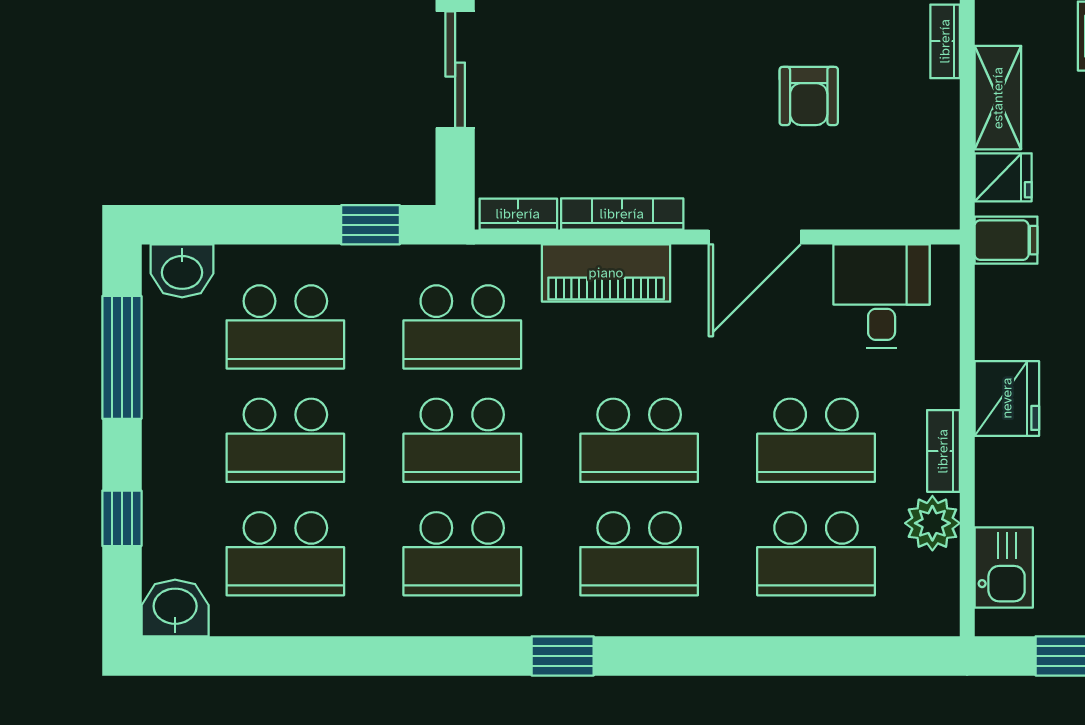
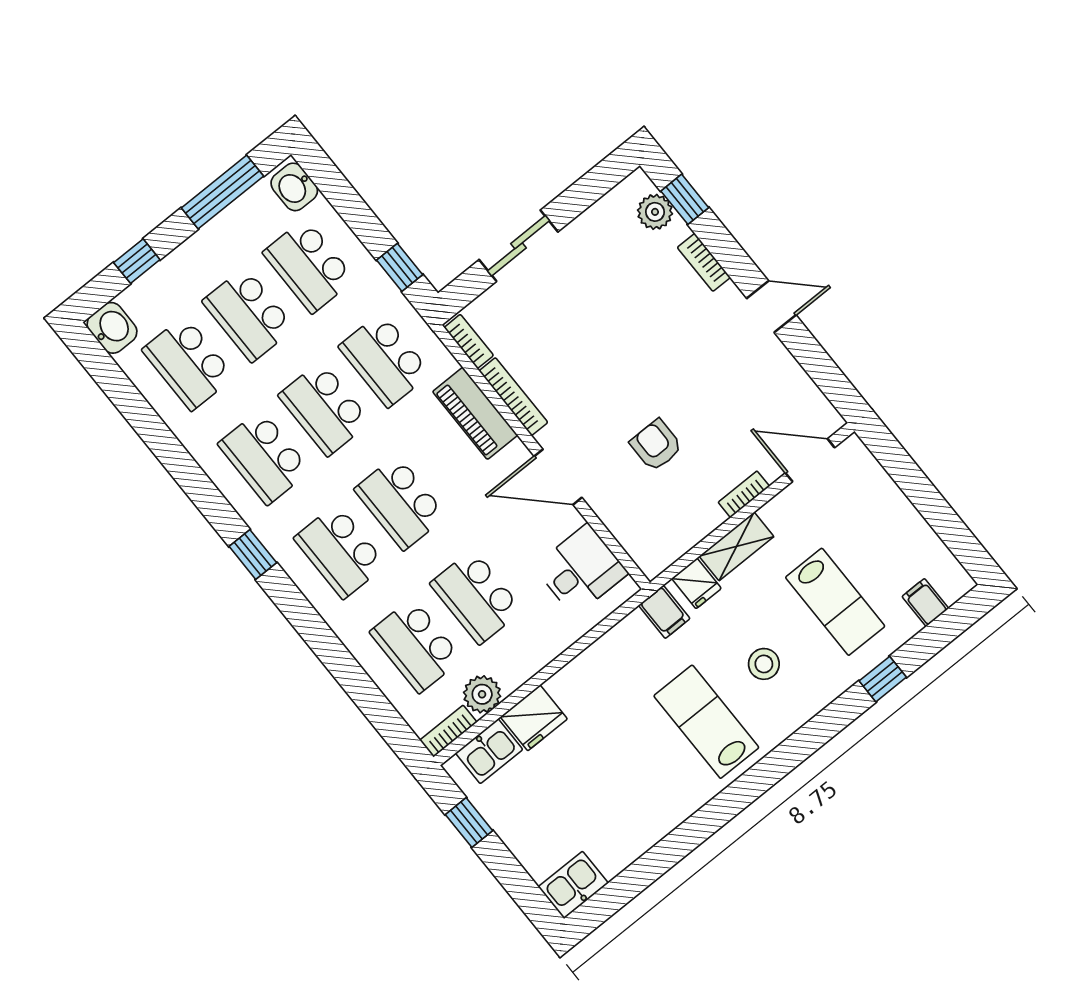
armchair: (809, 96) -> (656, 445), turned 90
fridge: (1007, 398) -> (534, 718), moved
bookcase: (943, 451) -> (448, 731), moved

